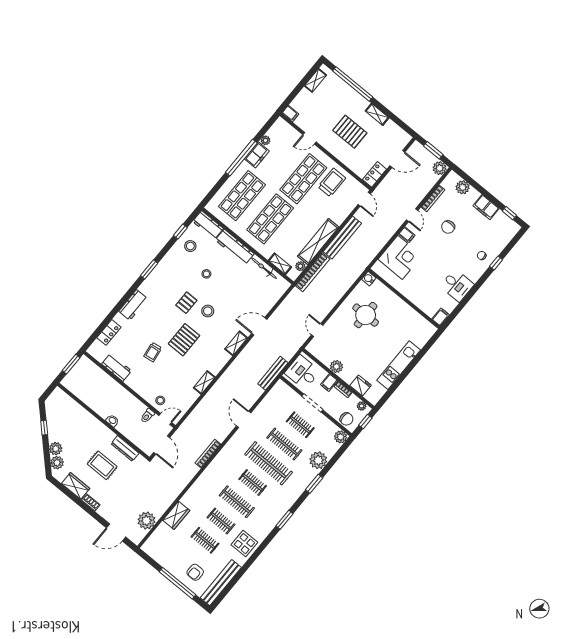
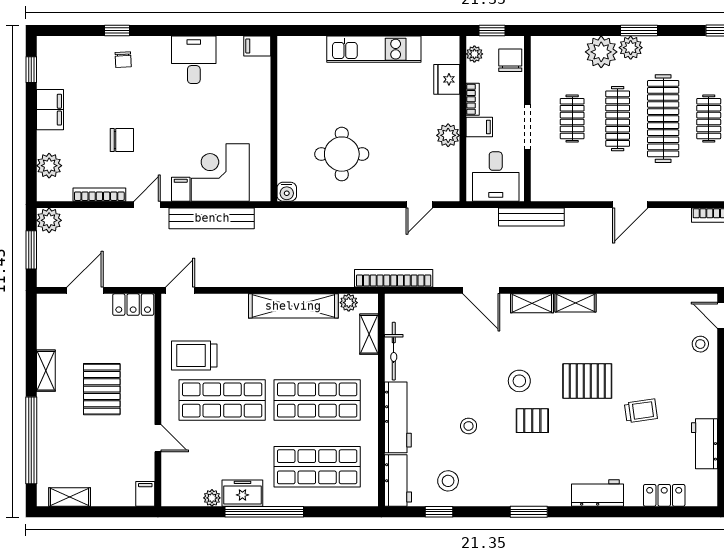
door: (397, 159) -> (85, 290), hinge flipped
bench: (342, 238) -> (212, 218), moved
bookcase: (313, 272) -> (394, 278), moved
shelving: (204, 382) -> (576, 303), moved
plant: (341, 437) -> (631, 48), moved

